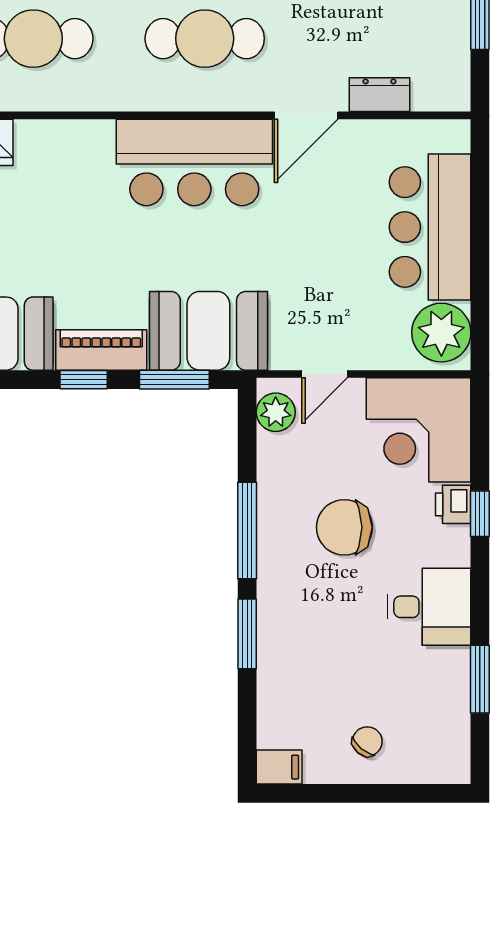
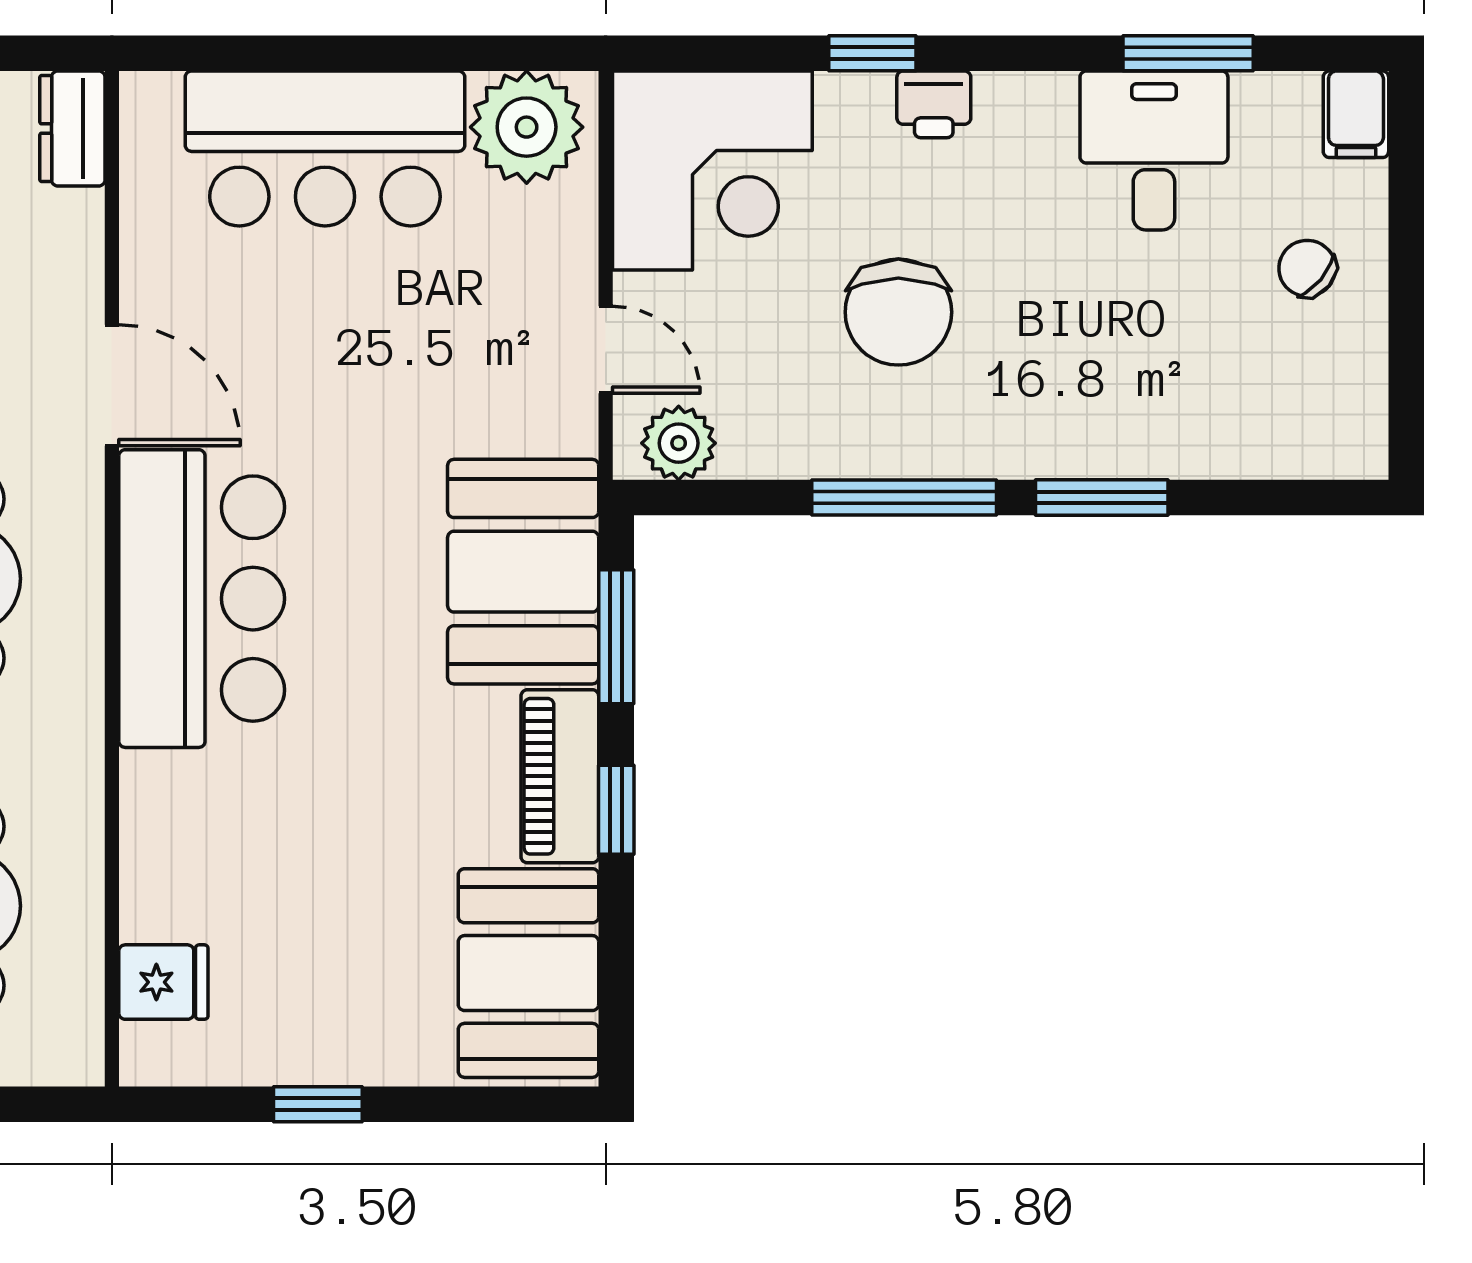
dresser: (379, 95) -> (72, 129), moved
printer: (453, 504) -> (934, 104), moved
desk: (429, 607) -> (1154, 150), moved
filing cabinet: (279, 767) -> (1356, 114), moved, turned 180

